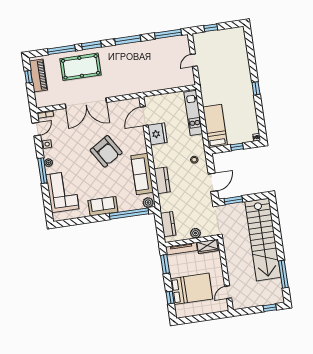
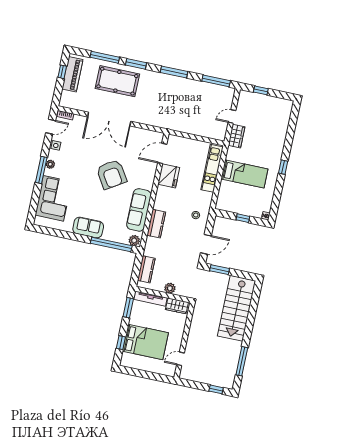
wardrobe: (204, 76) -> (236, 136), added
bed: (215, 126) -> (244, 174), moved, turned 90
stairs: (263, 240) -> (237, 308), width x0.73

